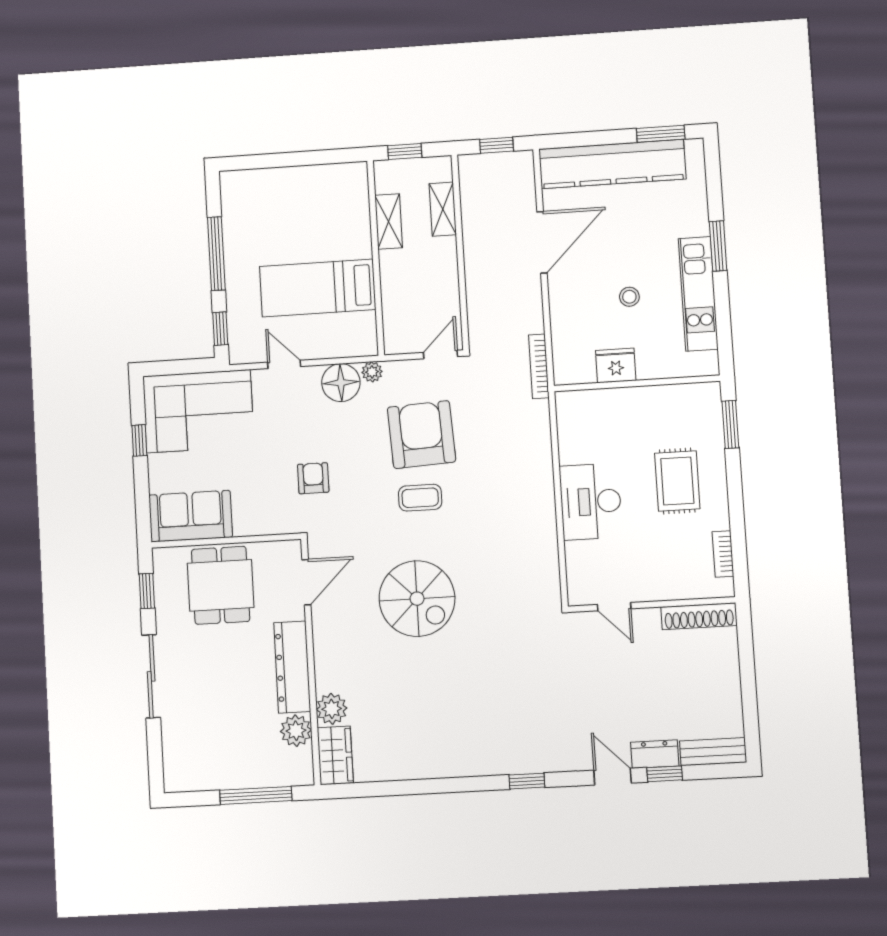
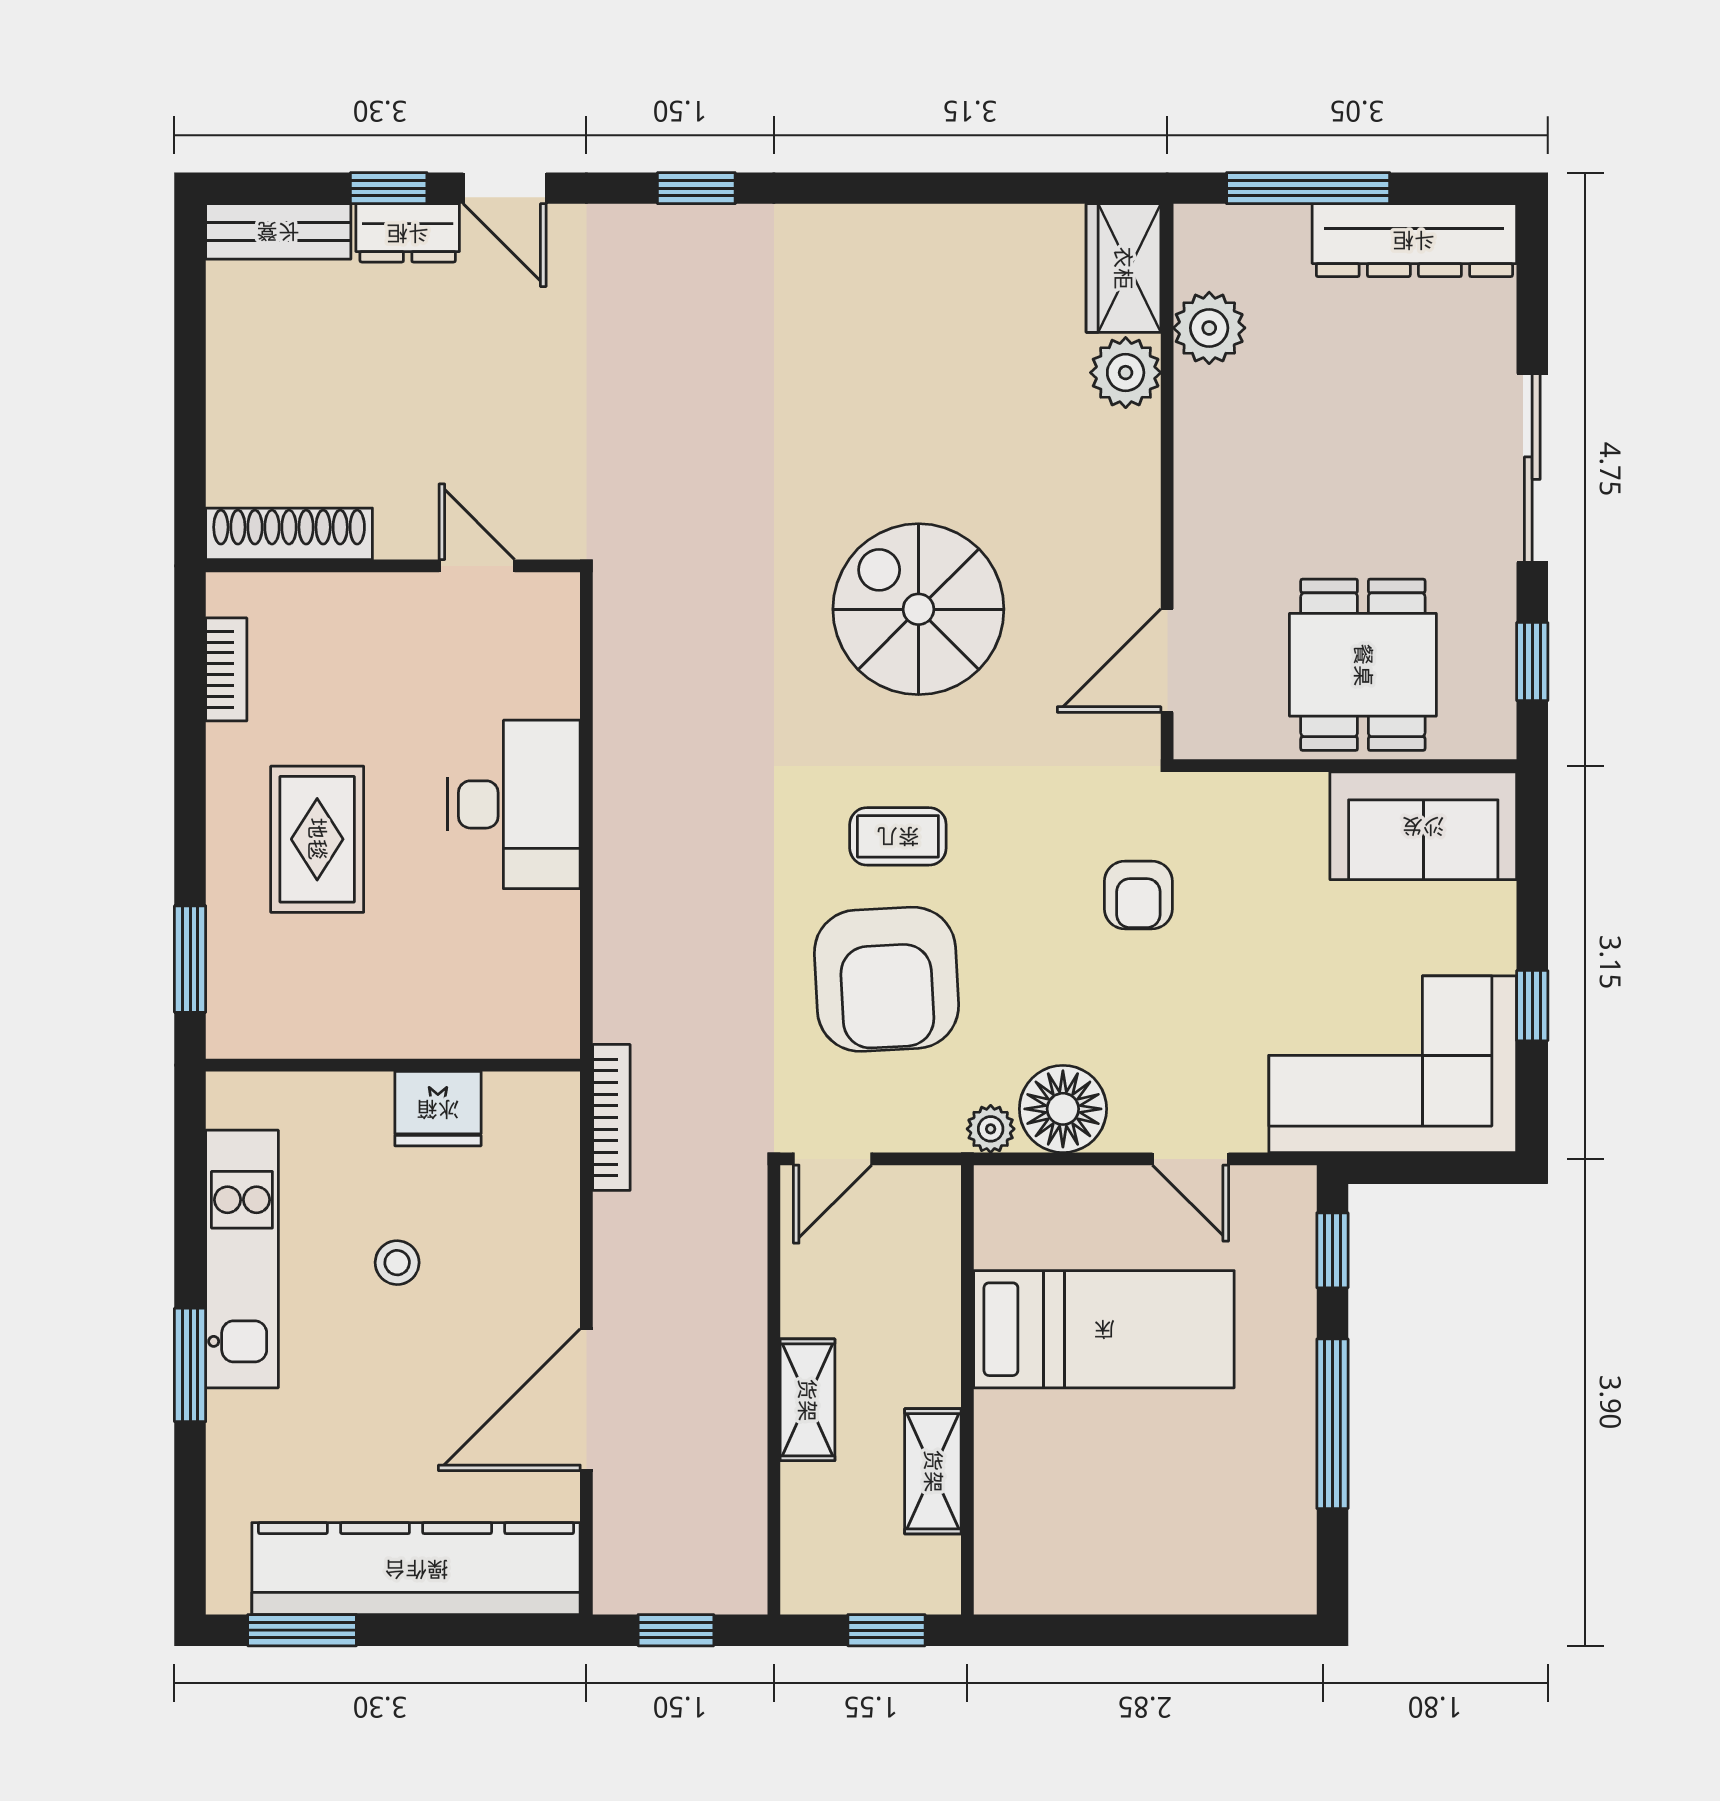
shelving: (443, 209) -> (807, 1400), moved
dresser: (292, 667) -> (1414, 240), moved, turned 90

